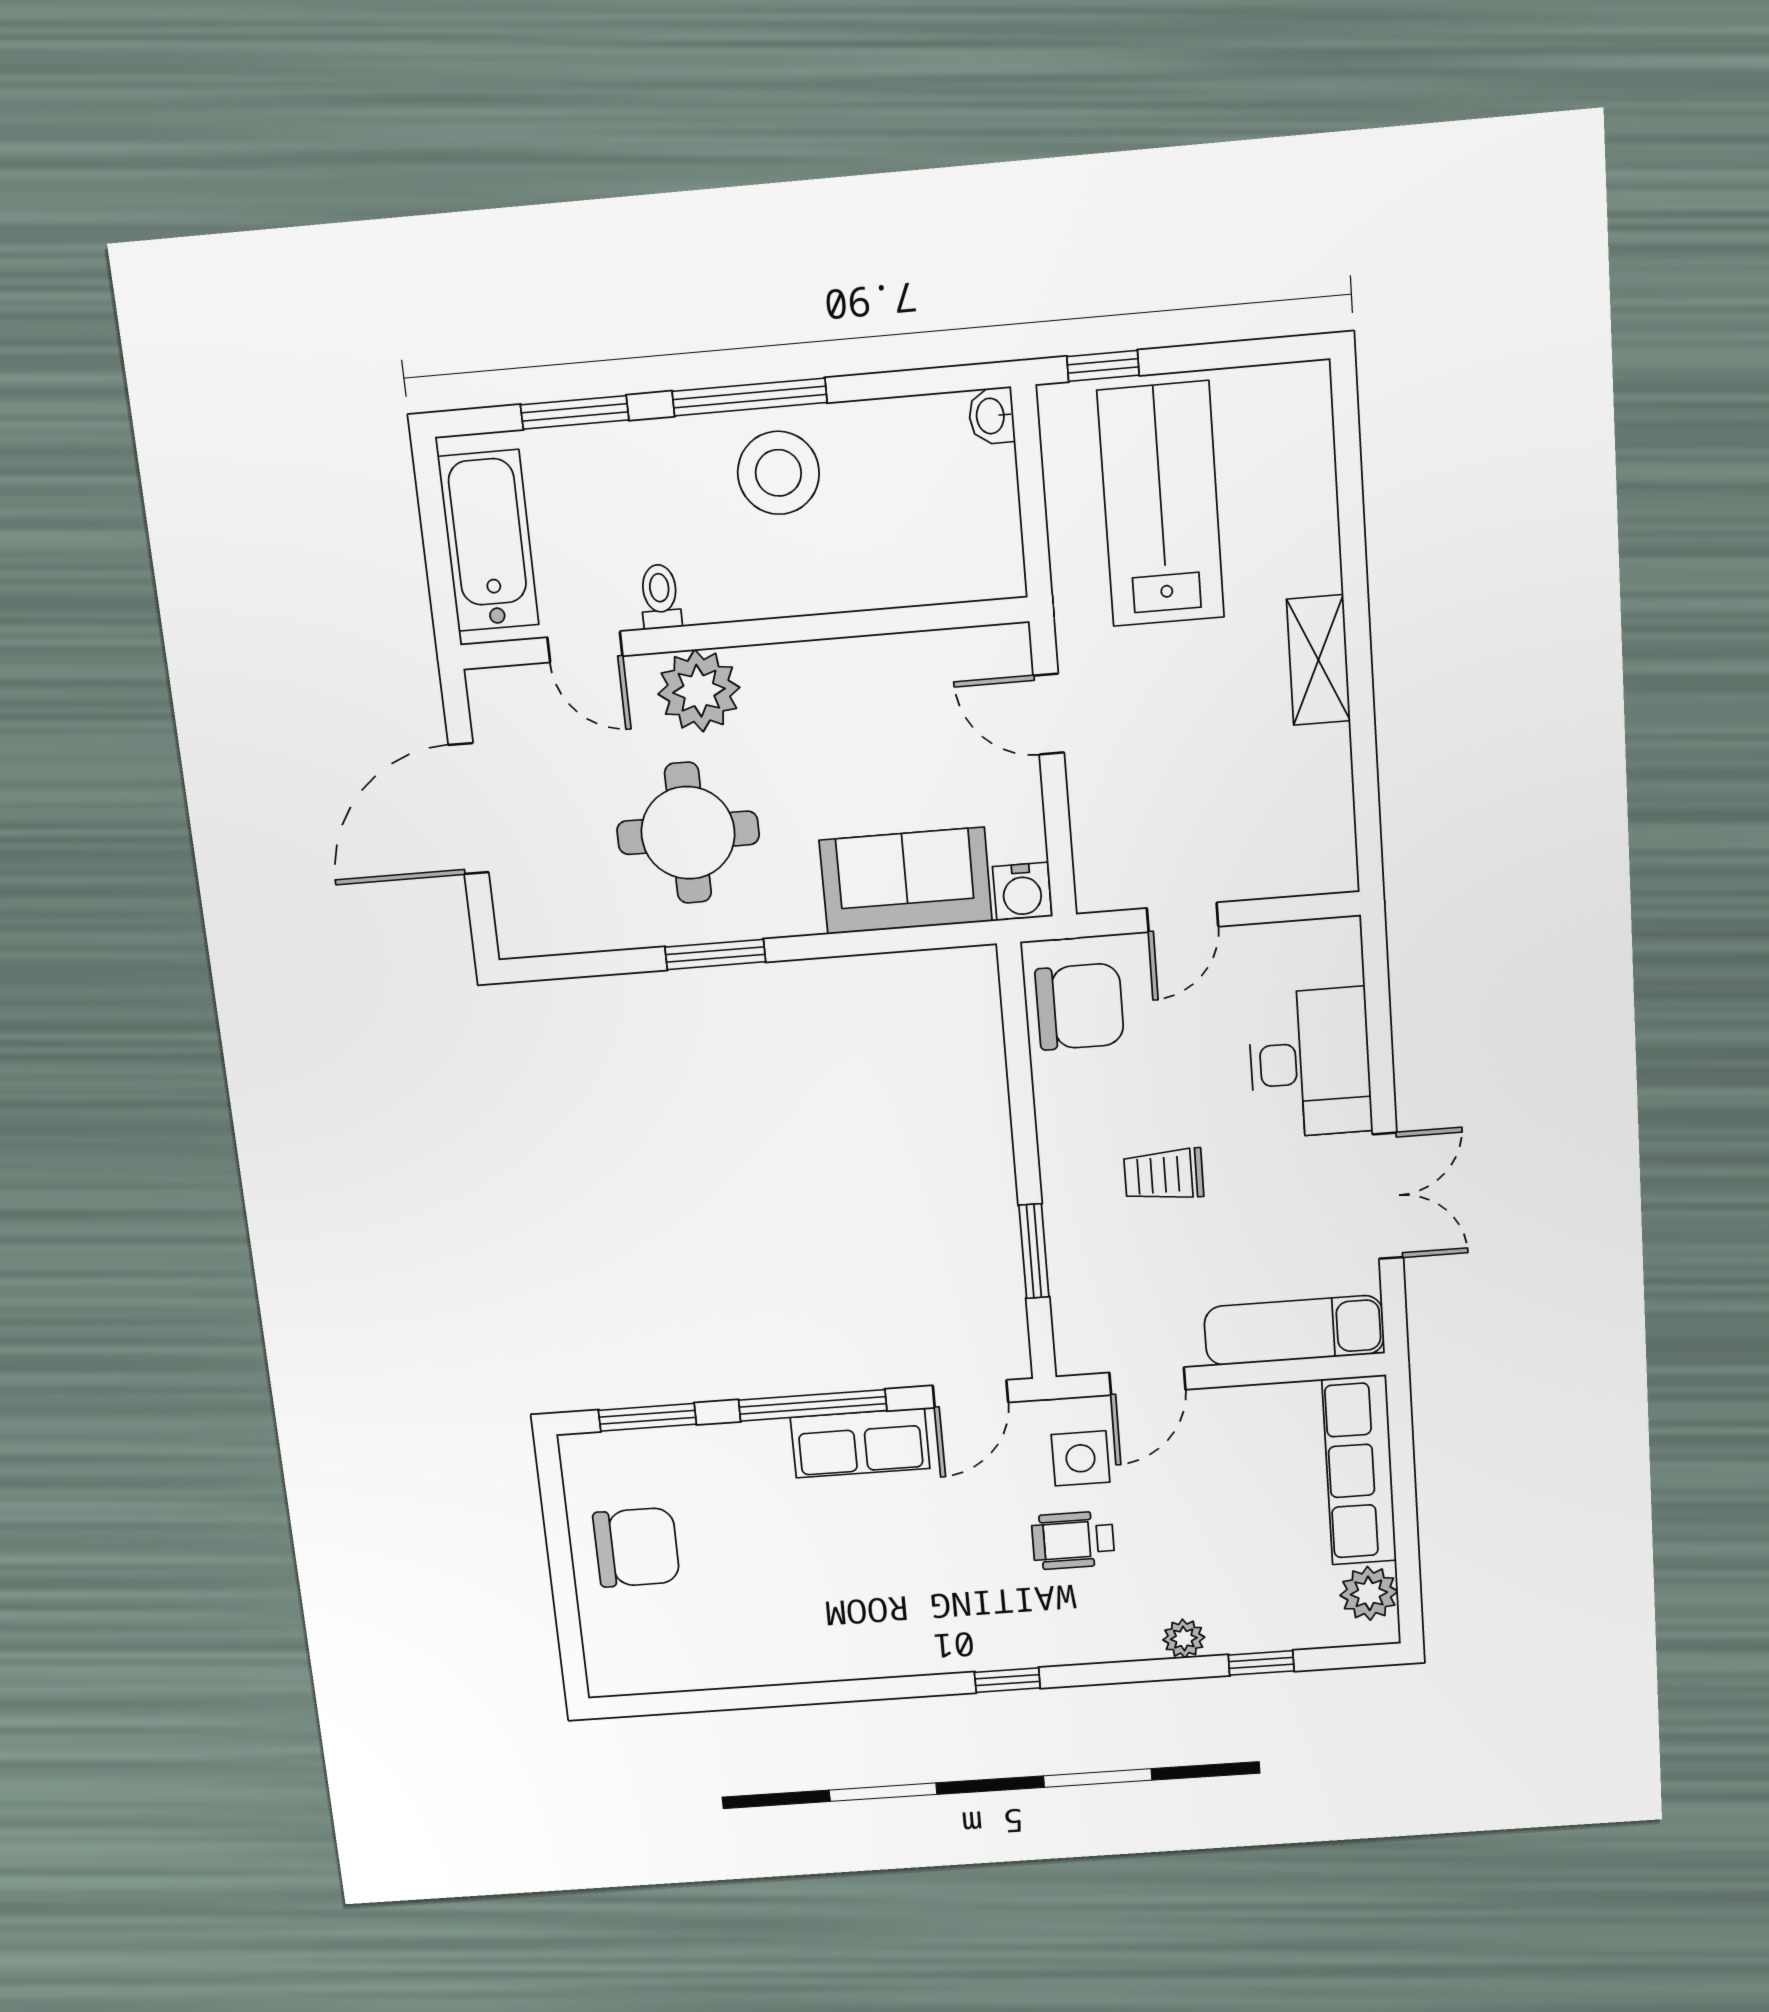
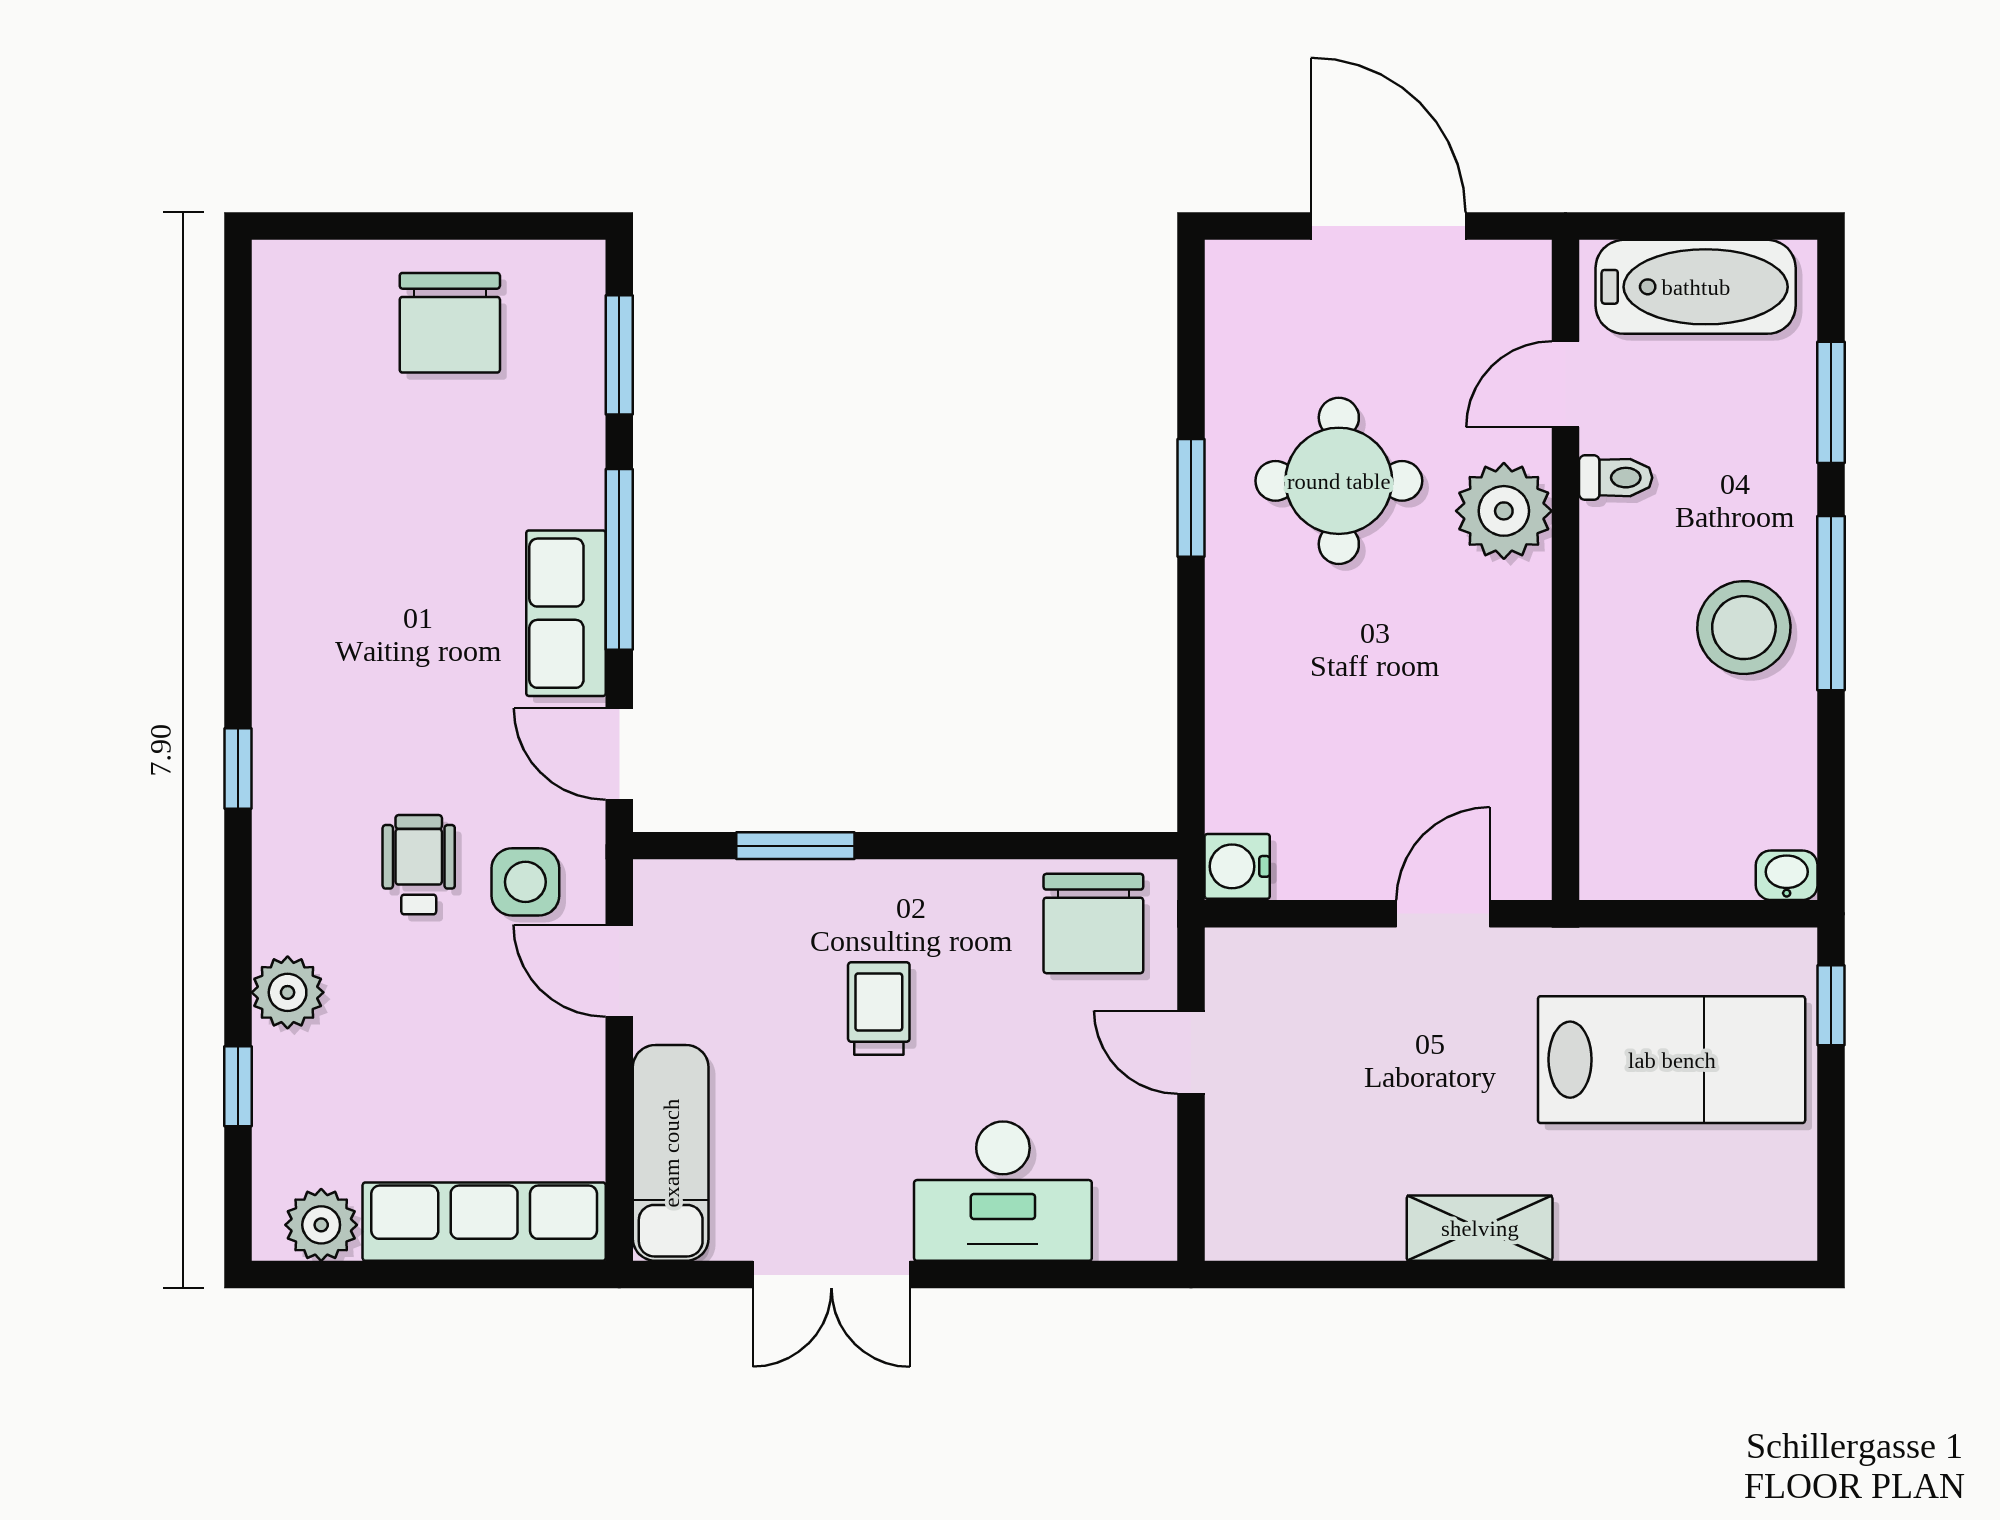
sofa: (906, 881) -> (1261, 731), removed
plant: (1184, 1639) -> (288, 992), width x1.38, depth x1.38

